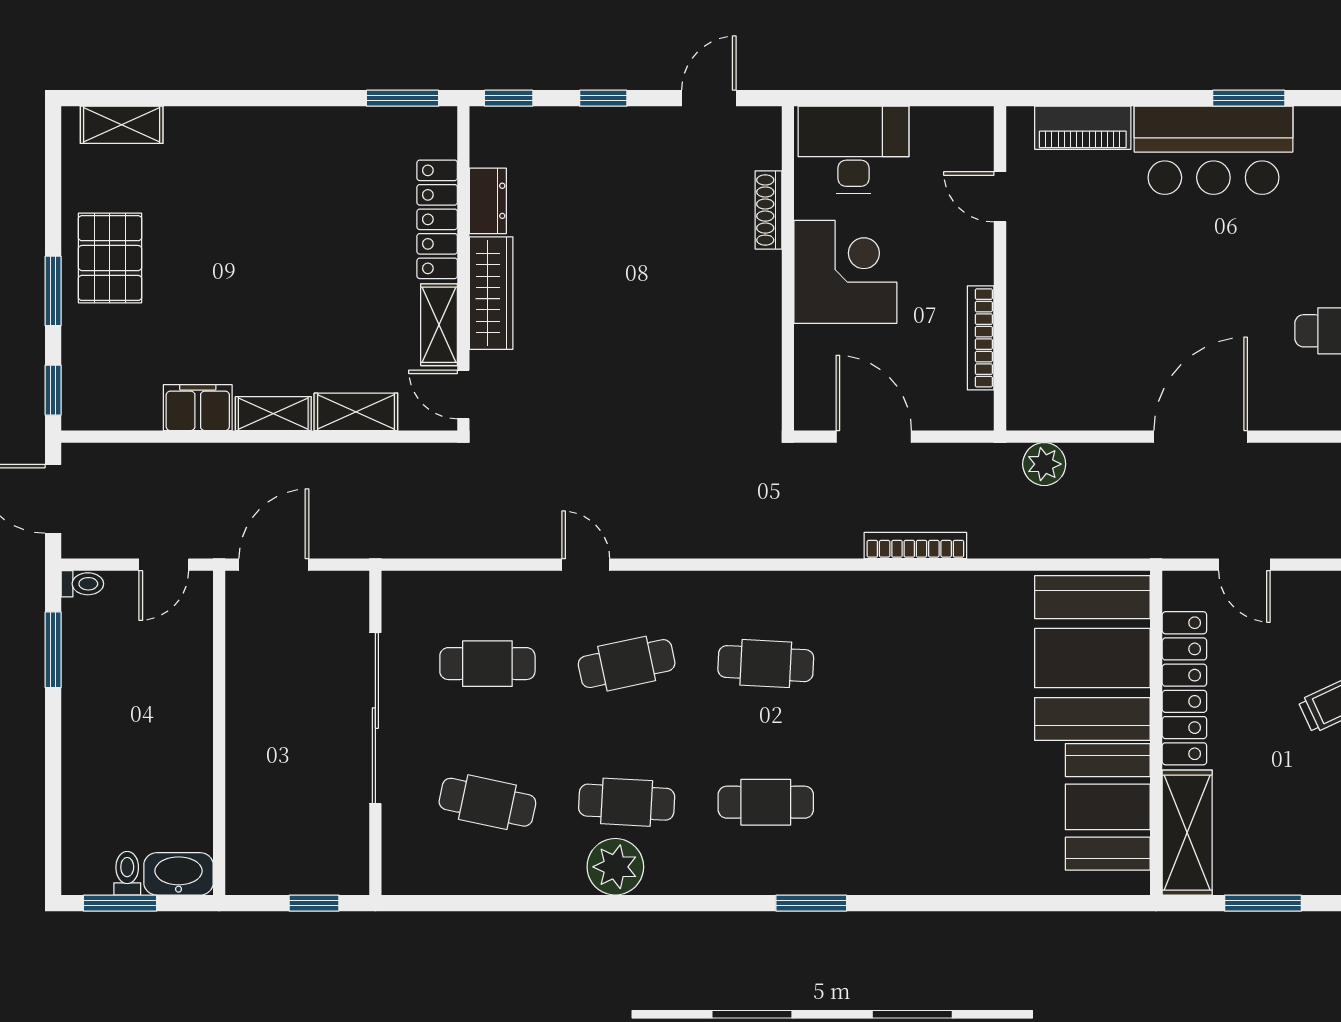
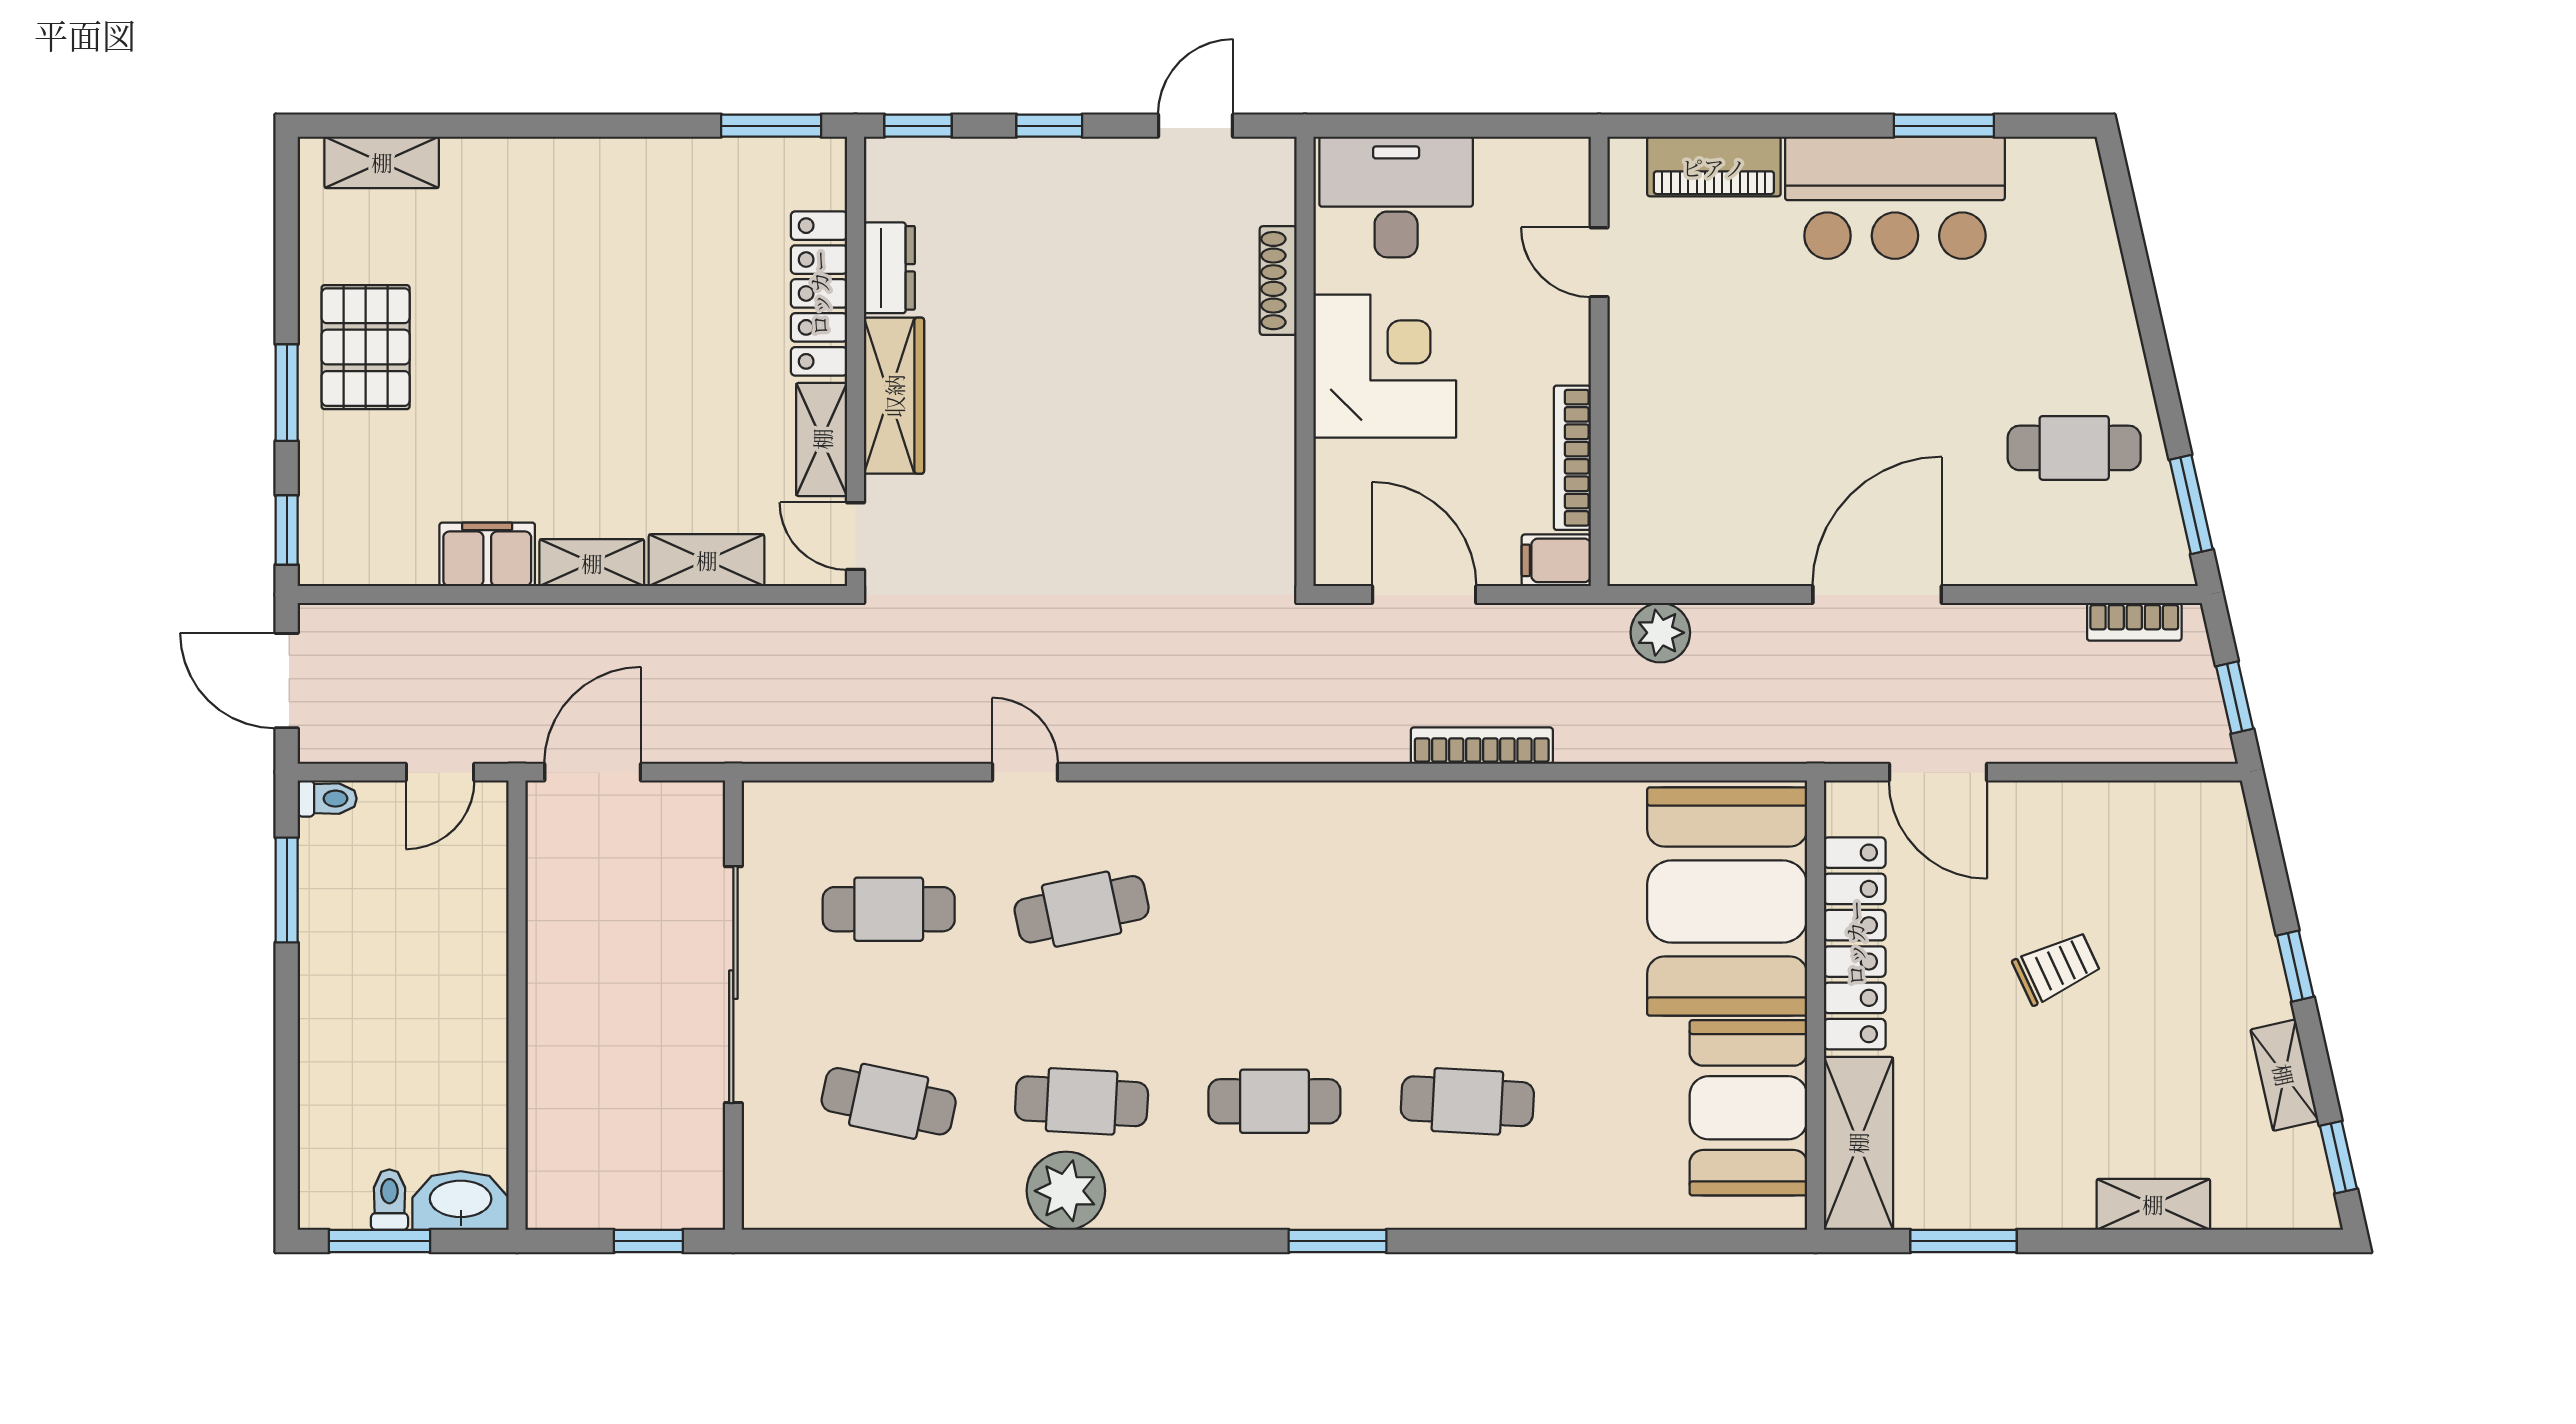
filing cabinet: (969, 412) -> (1556, 560), added
door: (1244, 565) -> (1938, 772), width x1.38
cafe table: (766, 664) -> (1467, 1101), moved

